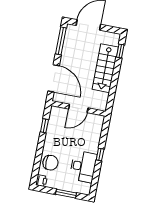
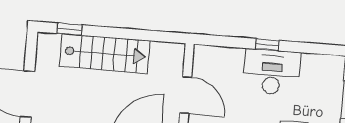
desk: (83, 167) -> (272, 72), moved

